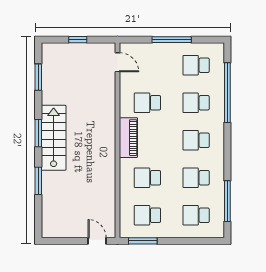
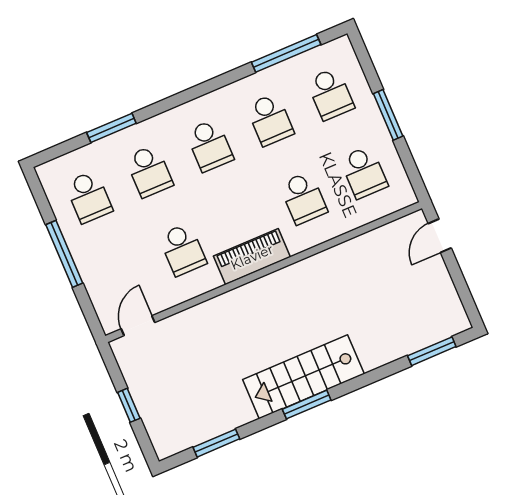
window: (227, 93) -> (111, 128), width x0.47
window: (38, 181) -> (432, 351), moved
window: (143, 241) -> (388, 115), moved

